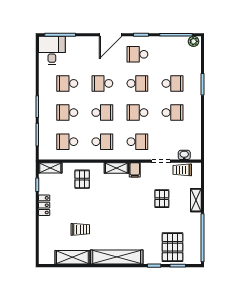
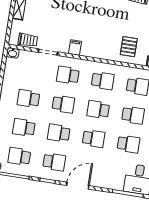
school desk: (172, 54) -> (19, 156), added
school desk: (102, 142) -> (103, 81), turned 180
washbasin: (184, 155) -> (13, 53), moved
shelving: (116, 168) -> (93, 52), removed
pallet: (162, 199) -> (53, 15), removed

